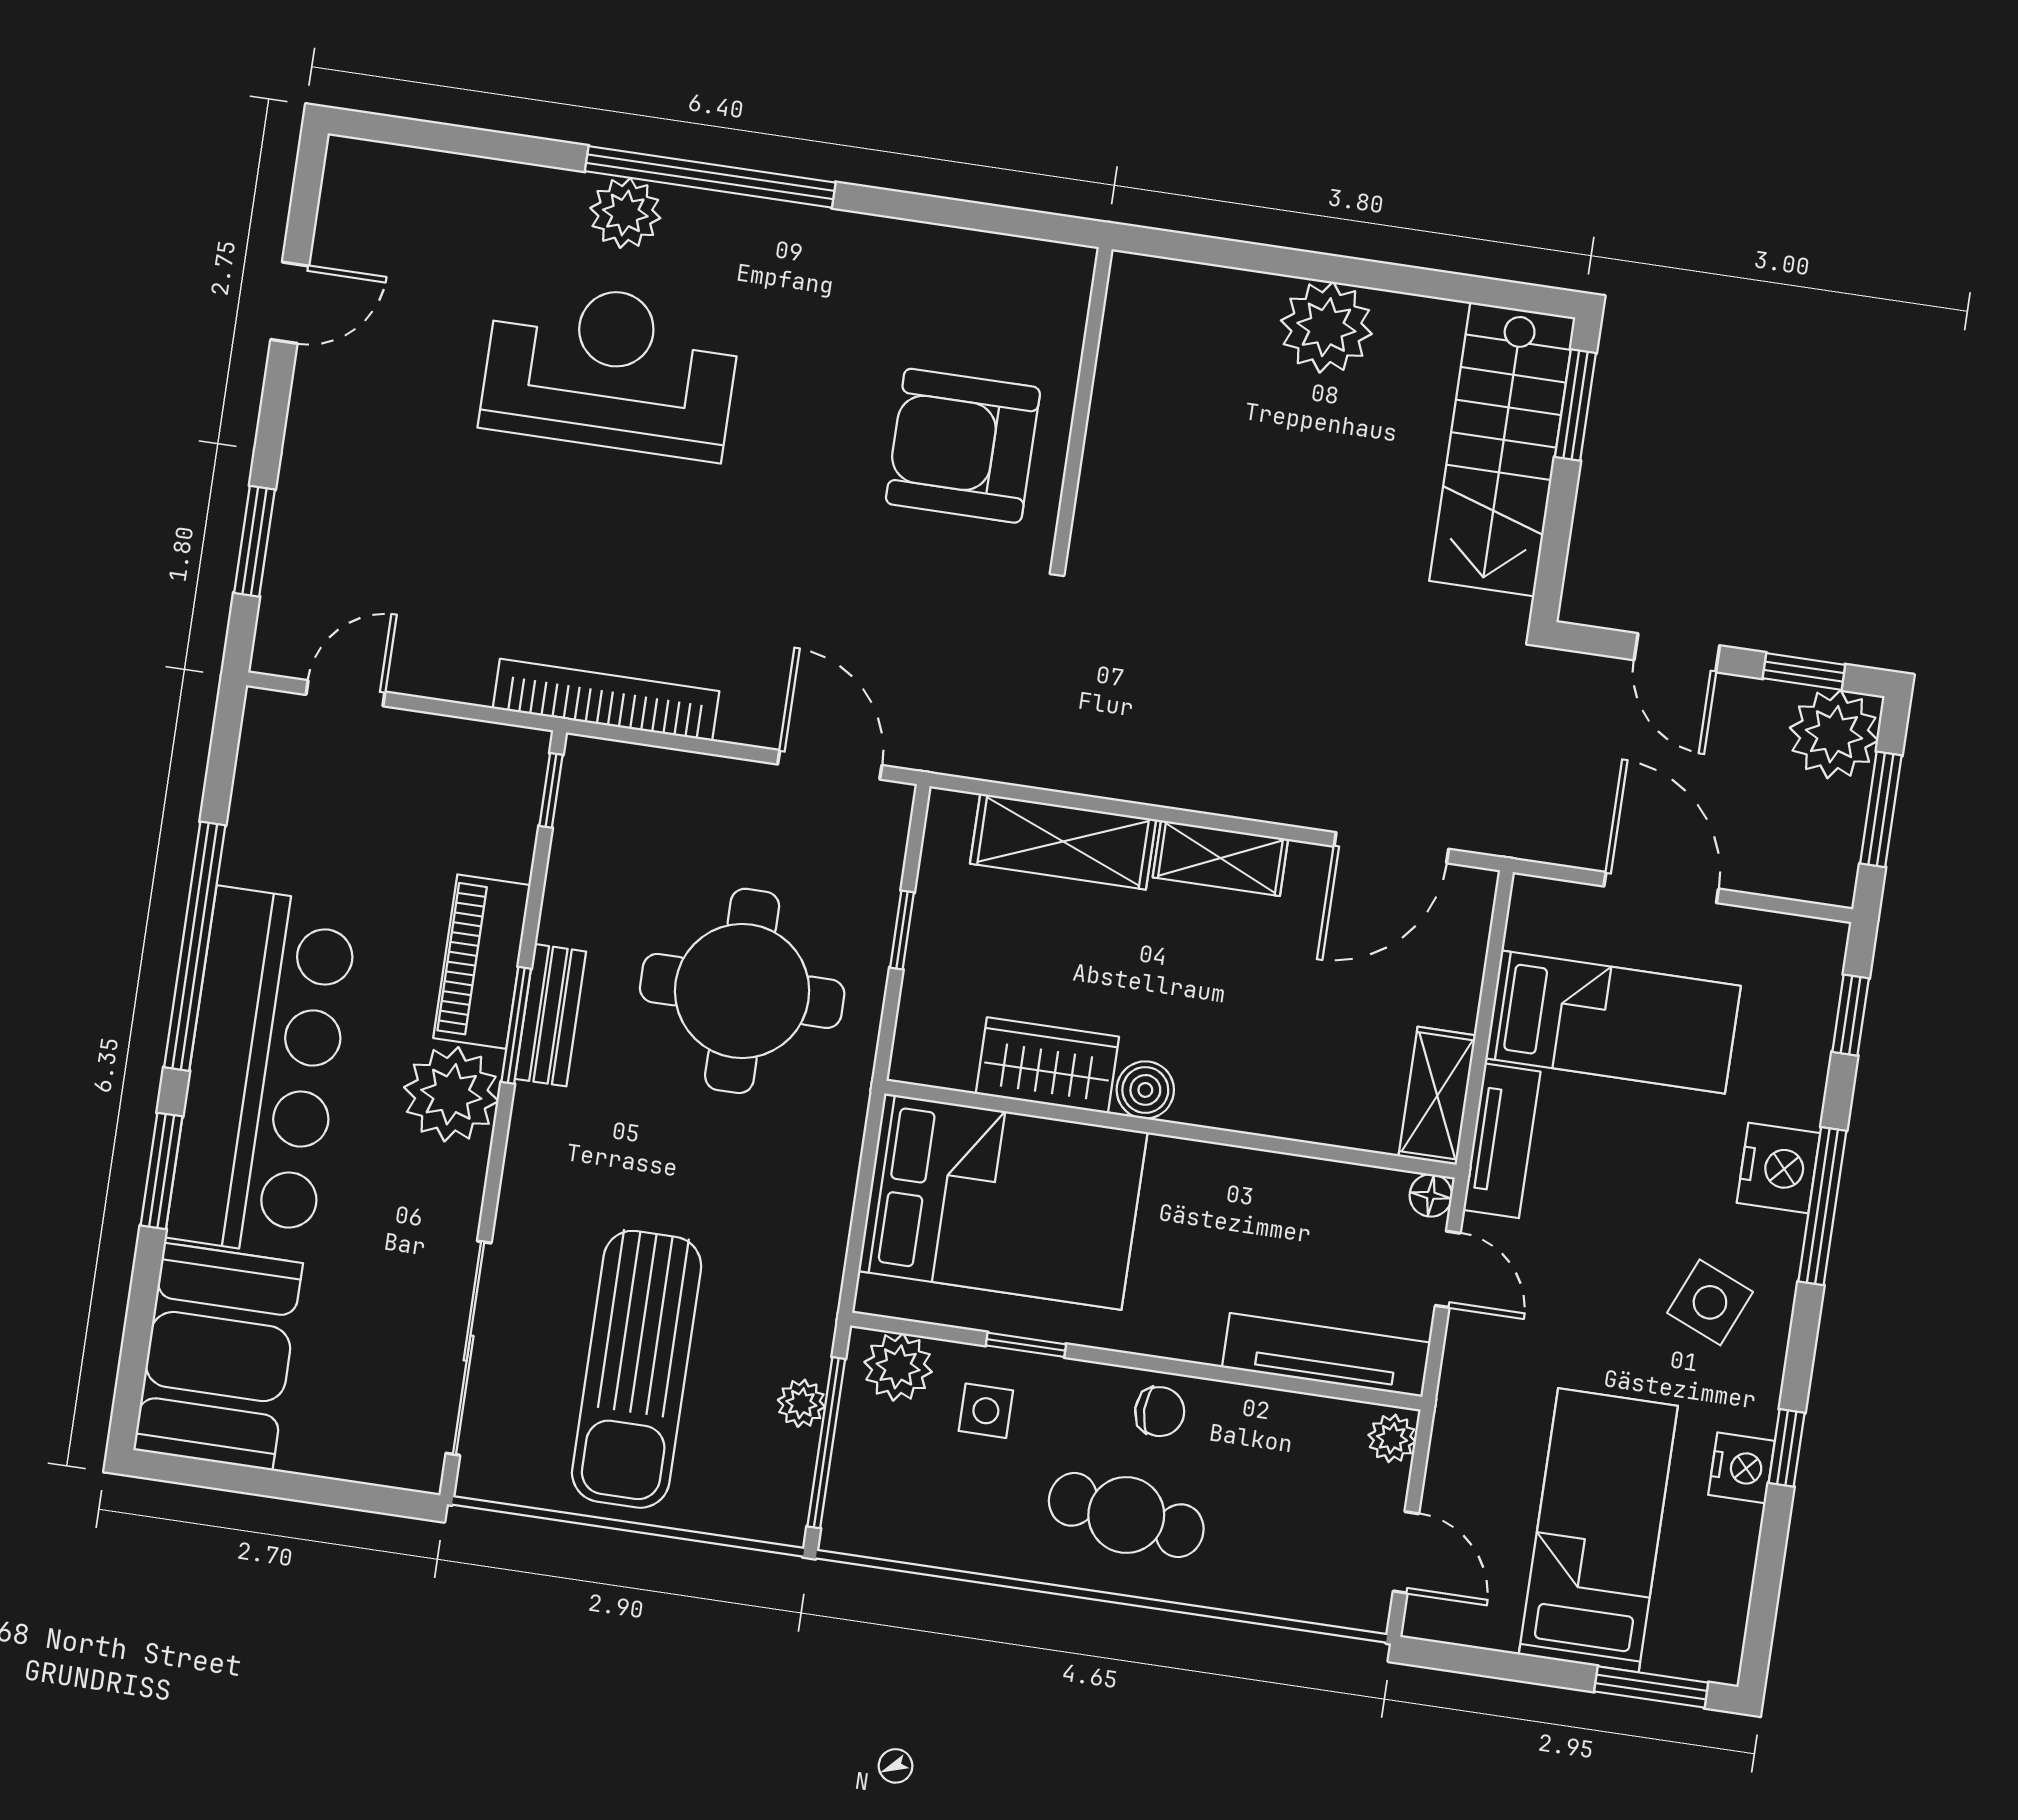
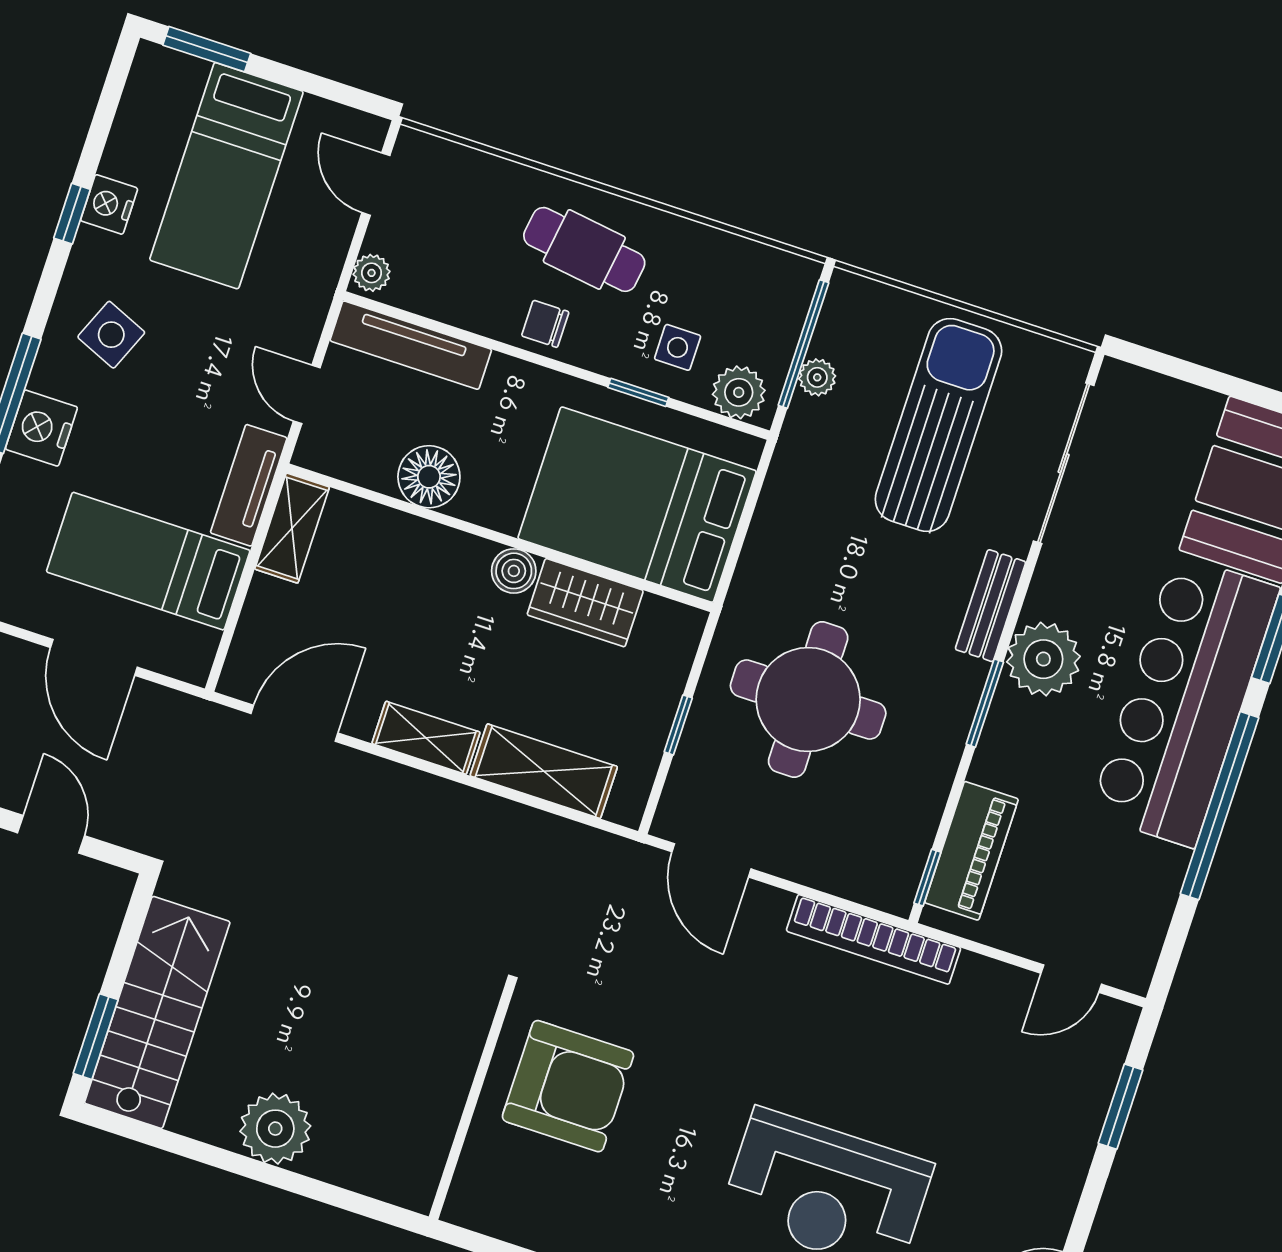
piano: (482, 962) -> (972, 851), moved
bench: (550, 1015) -> (991, 606), moved
floor lamp: (1431, 1195) -> (429, 477), moved, width x1.89, depth x1.89

